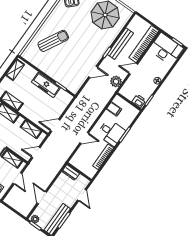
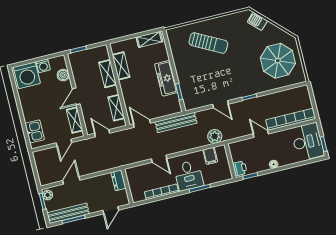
bench: (120, 44) -> (176, 123), moved
plant: (116, 81) -> (215, 136), moved

